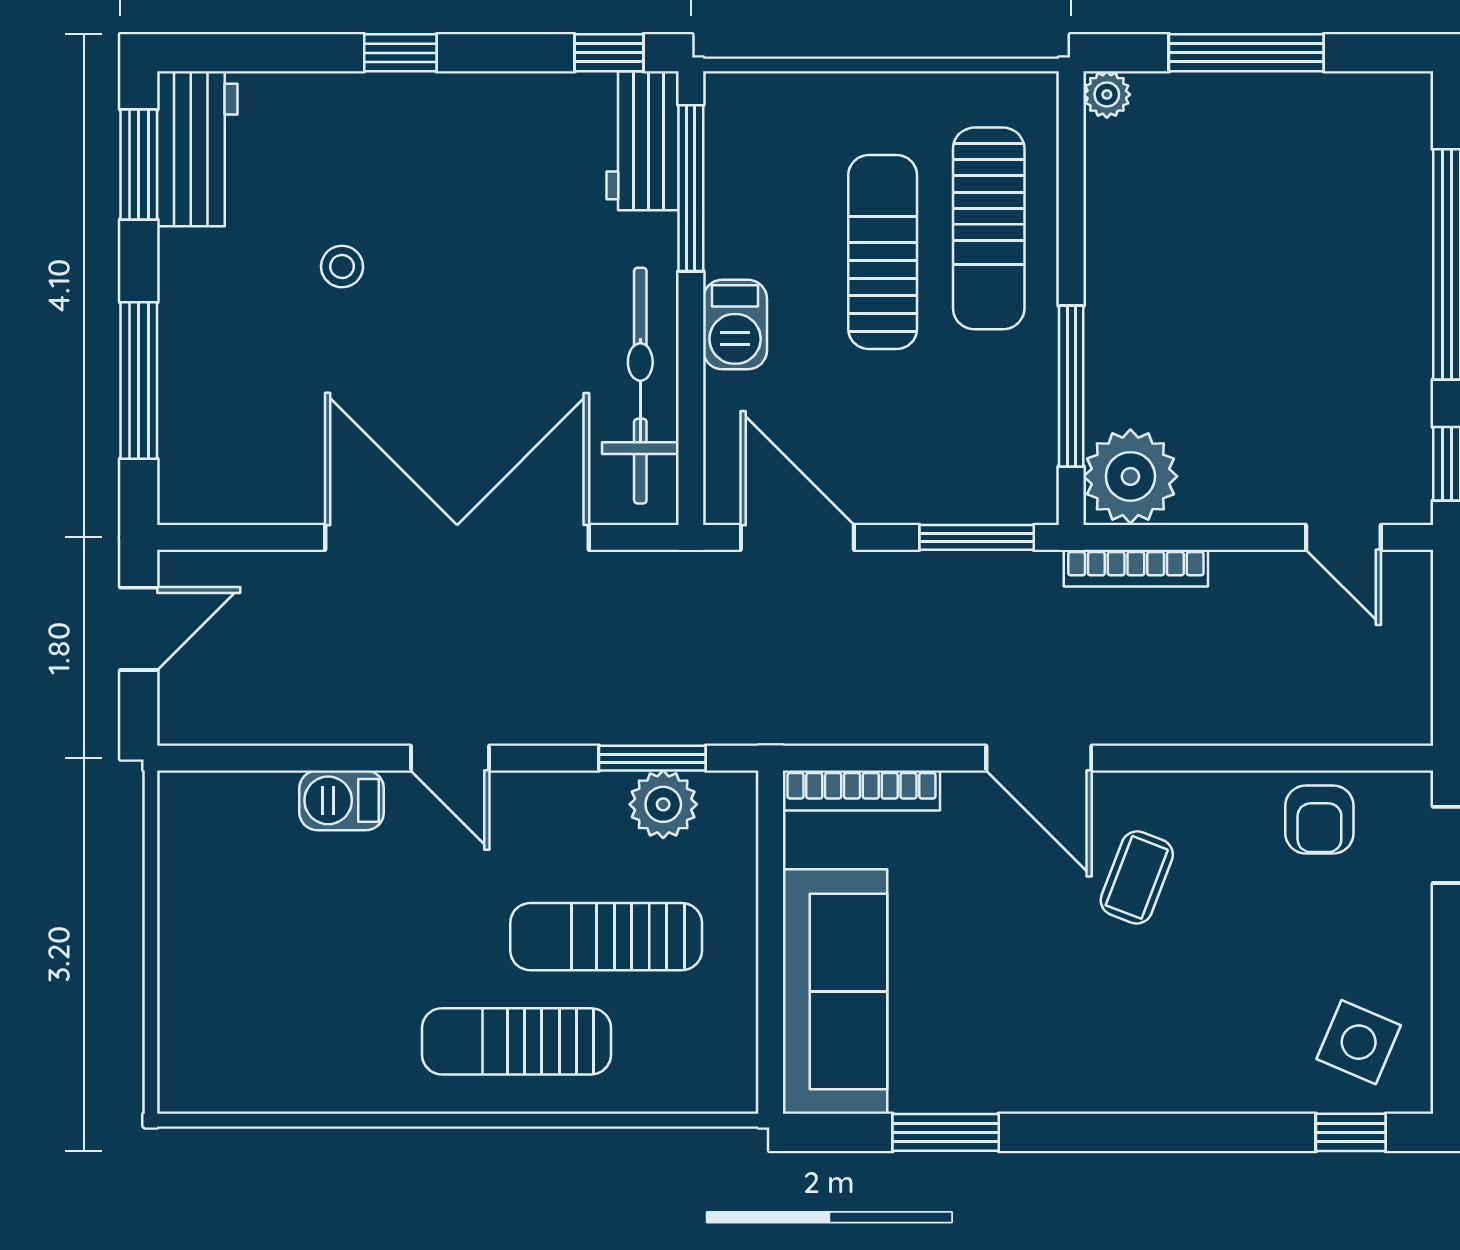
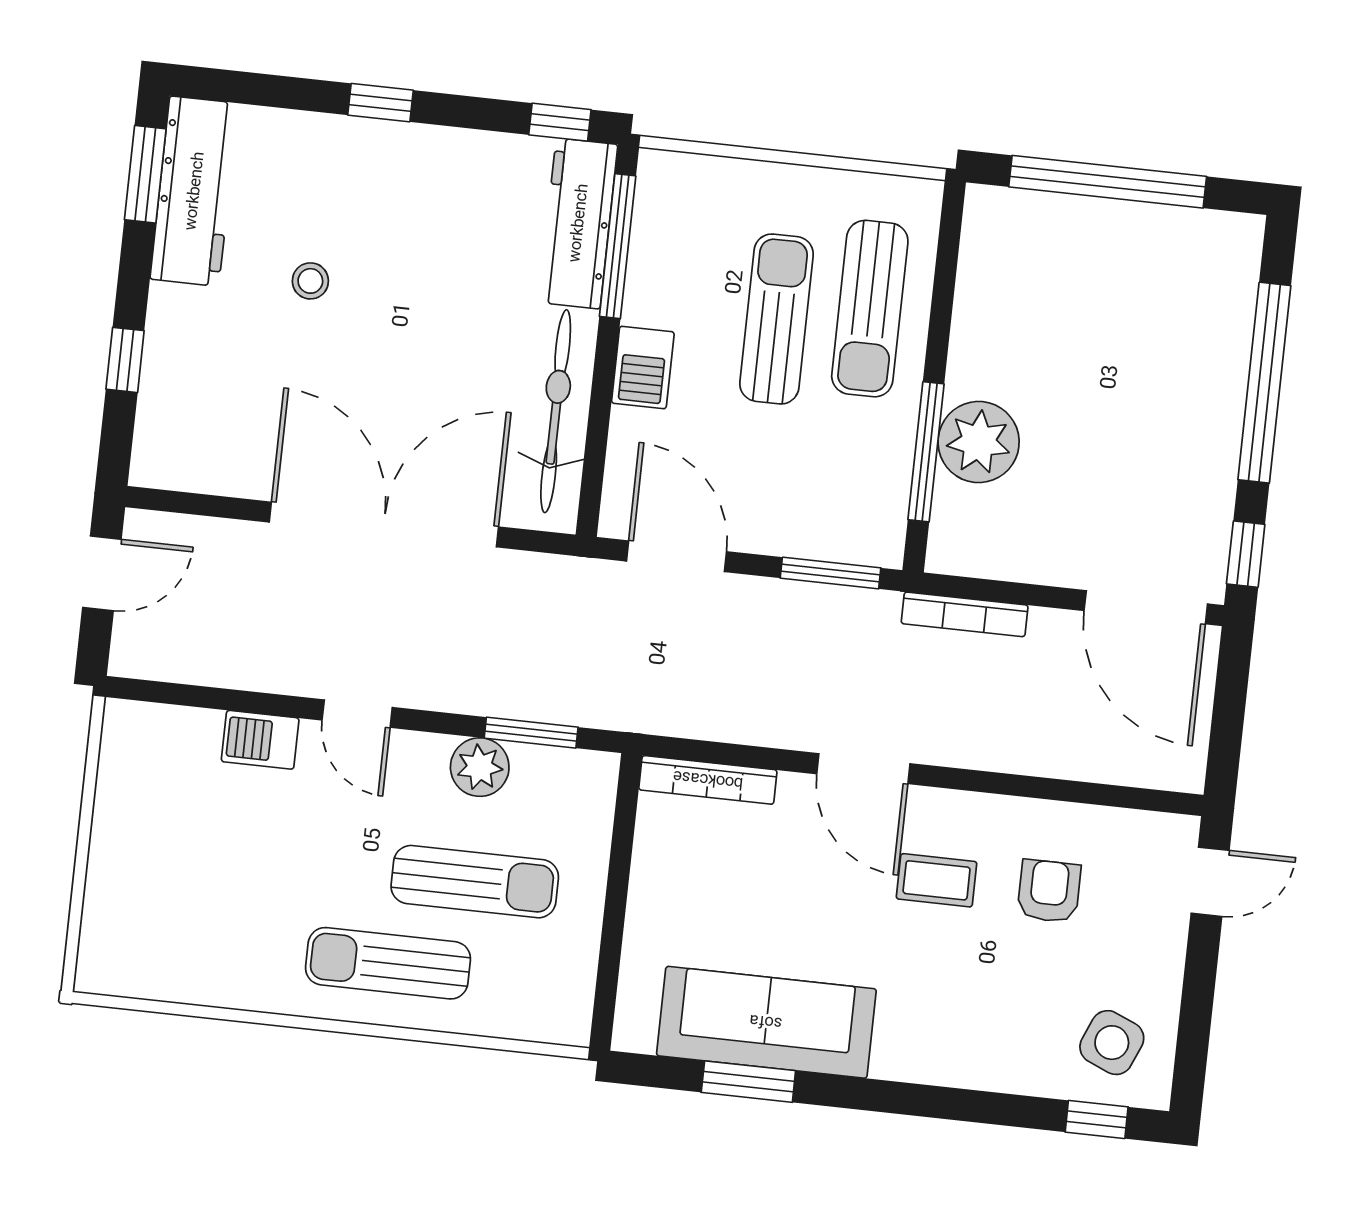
window: (1246, 53) -> (1108, 182), width x1.46
plant: (1107, 94) -> (984, 204), removed
workbench: (643, 141) -> (578, 223), width x1.38
workbench: (197, 149) -> (194, 191), width x1.38
window: (139, 381) -> (125, 360), width x0.46
plant: (1130, 476) -> (979, 442), moved
door: (1343, 537) -> (1146, 607), width x1.87
plant: (663, 804) -> (480, 767), moved
armchair: (1319, 819) -> (1049, 891), moved, turned 180
coffee table: (1137, 877) -> (937, 880), turned 69
sun lounger: (606, 937) -> (475, 882), turned 180
sofa: (835, 991) -> (766, 1022), moved, turned -90

